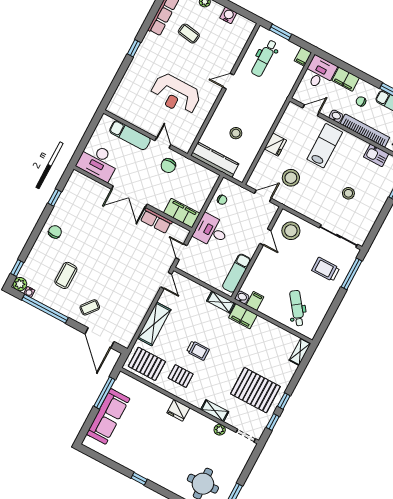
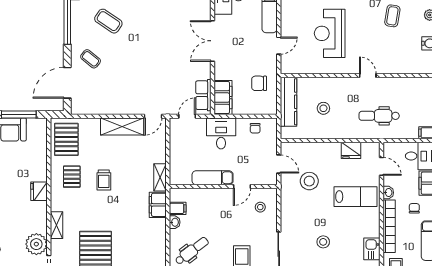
dental chair: (264, 58) -> (379, 116), moved
fridge: (275, 145) -> (351, 150), moved
chair: (168, 166) -> (259, 83), moved
row of seats: (156, 221) -> (203, 95), moved
stool: (291, 231) -> (260, 207), width x0.53, depth x0.53
exam couch: (237, 273) -> (213, 178), moved
coffee table: (66, 275) -> (108, 21), turned 34
washbasin: (242, 297) -> (175, 222), moved
shelving: (154, 324) -> (122, 126), moved
plant: (220, 430) -> (36, 244), width x1.87, depth x1.87

